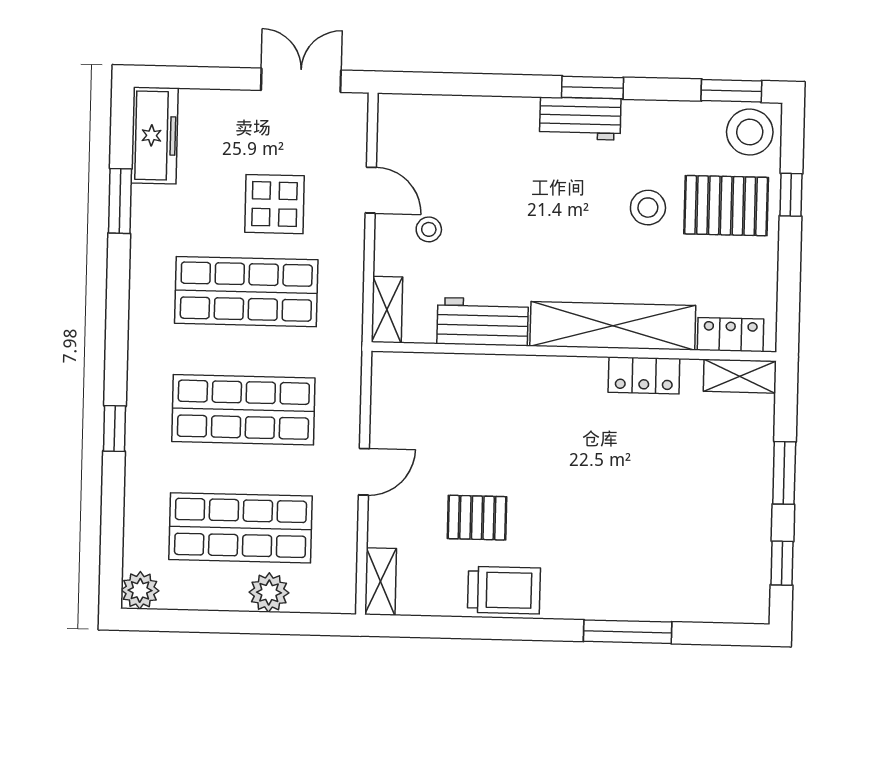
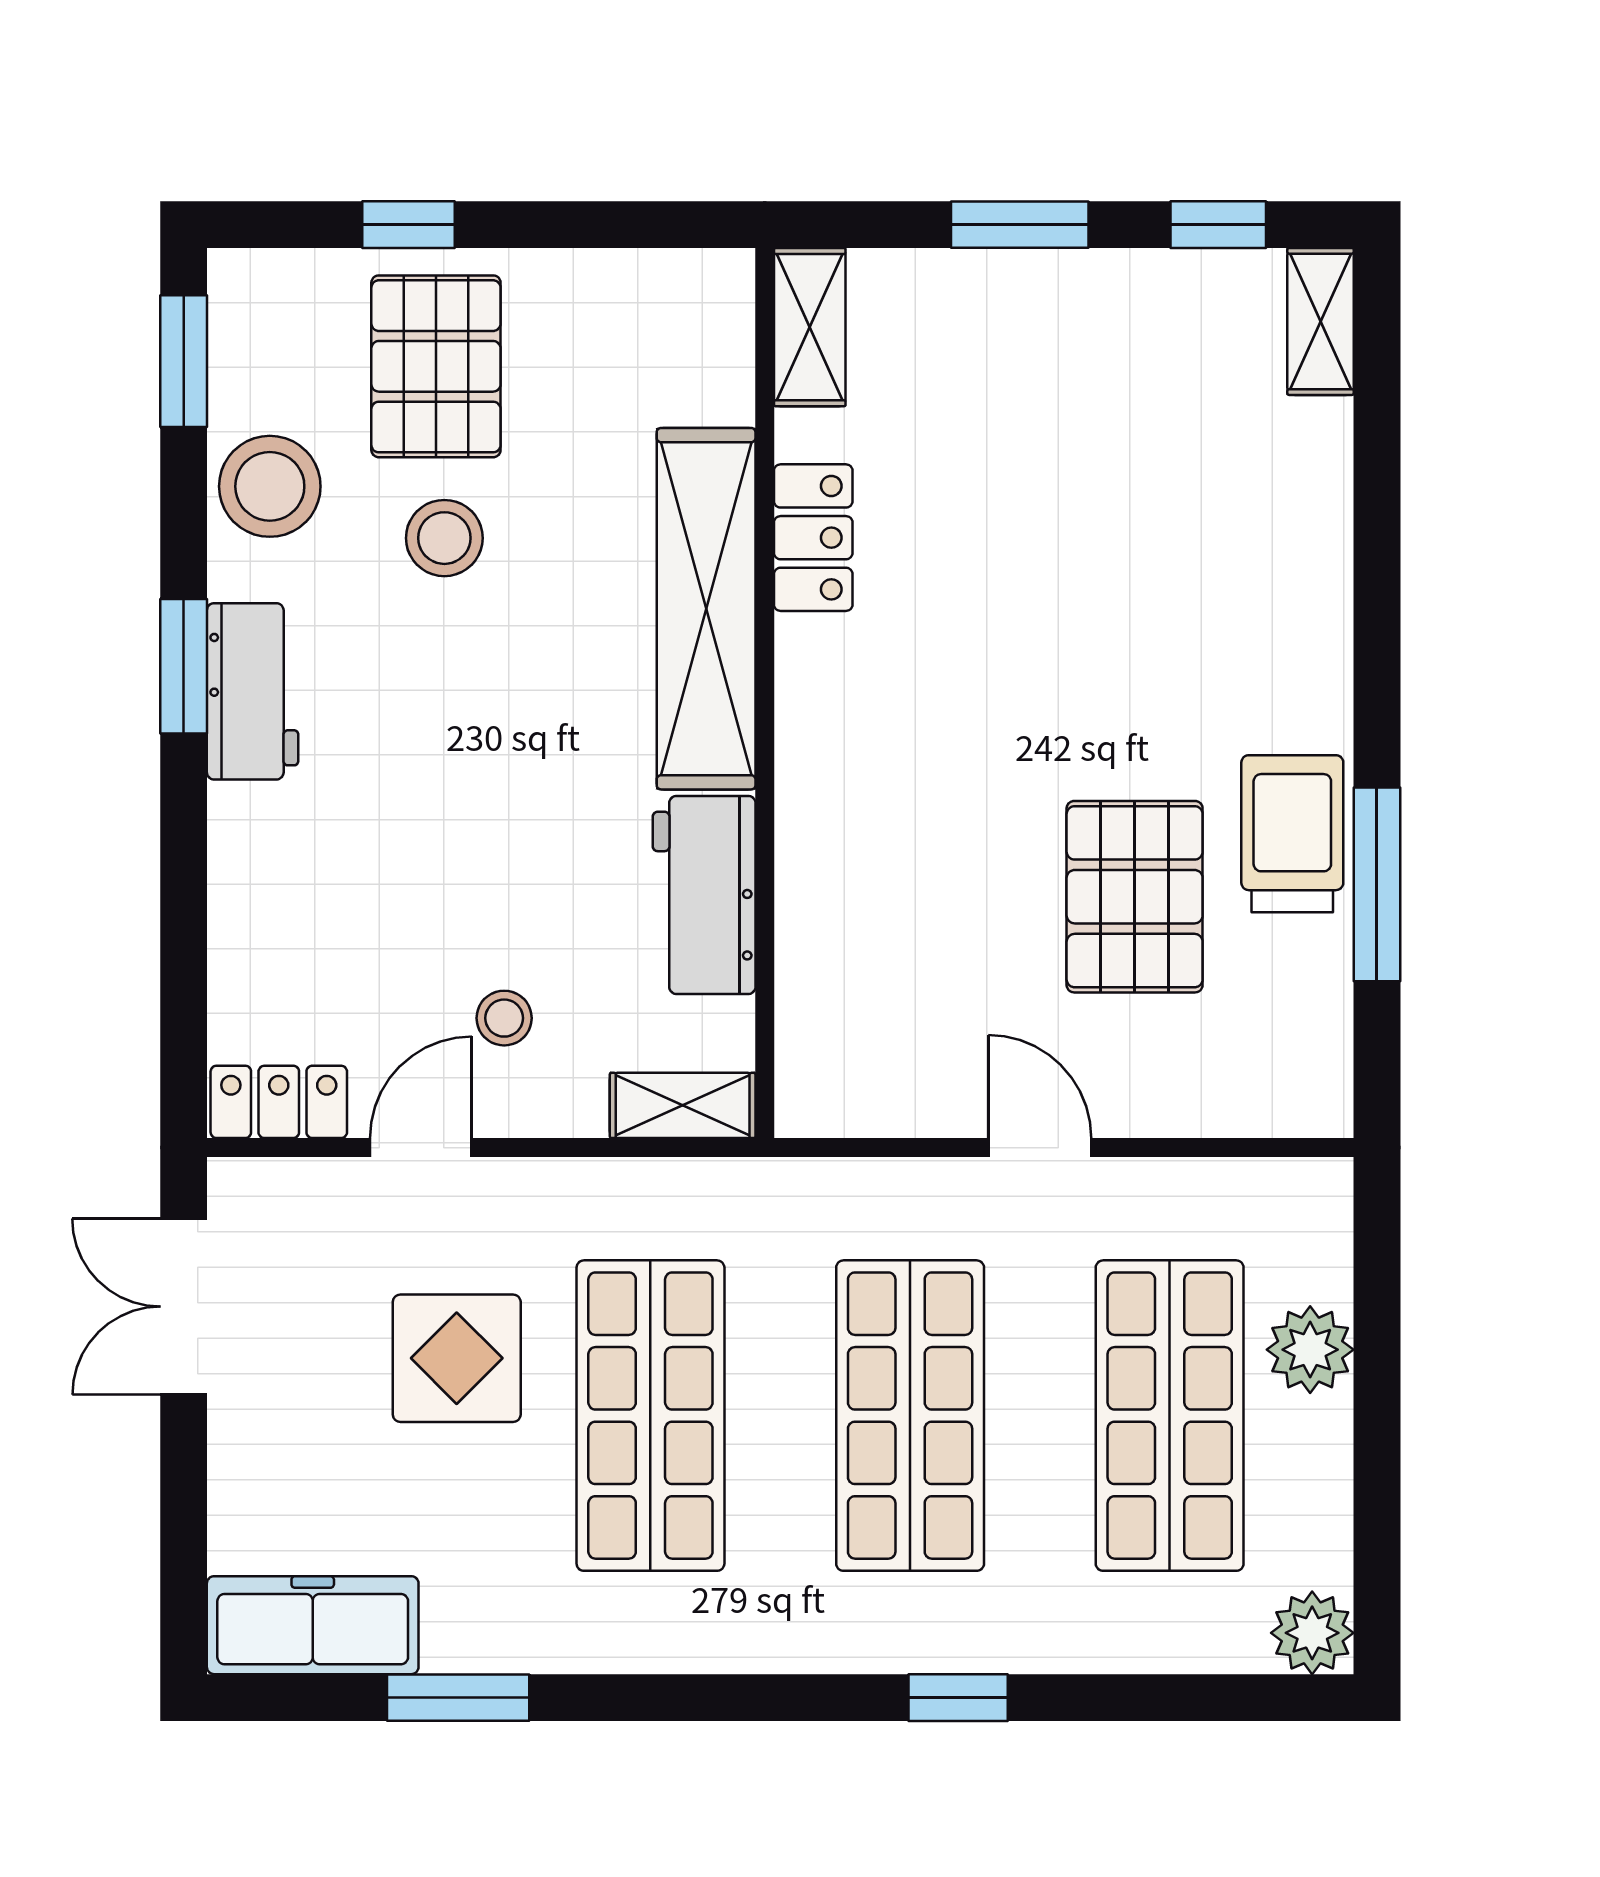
stool: (750, 132) -> (270, 486), moved
locker: (731, 335) -> (279, 1102), moved, turned 90
pallet: (477, 518) -> (1135, 897), width x1.50, depth x1.42
shelving: (381, 582) -> (1321, 321), moved, turned 90
window: (628, 632) -> (1377, 884), moved

